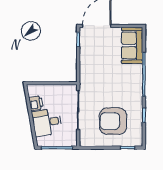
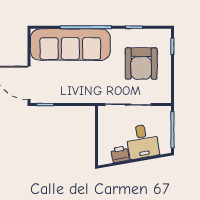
sofa: (132, 45) -> (70, 45), width x1.85, depth x1.27

